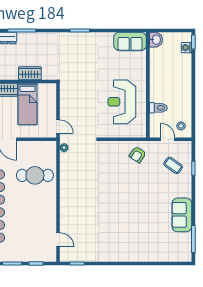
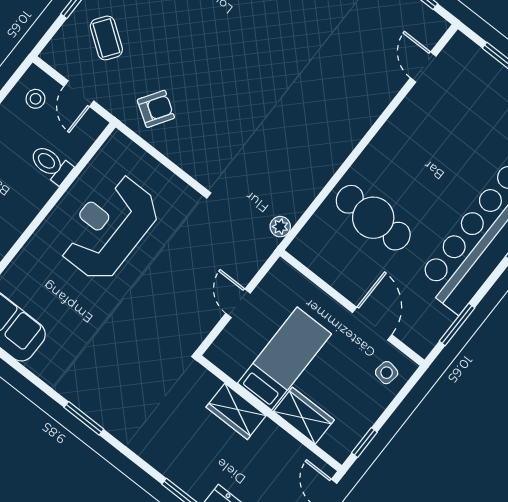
reception desk: (122, 102) -> (109, 228), turned 180
door: (58, 127) -> (238, 303), moved

